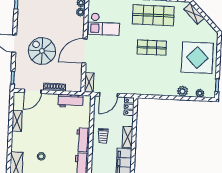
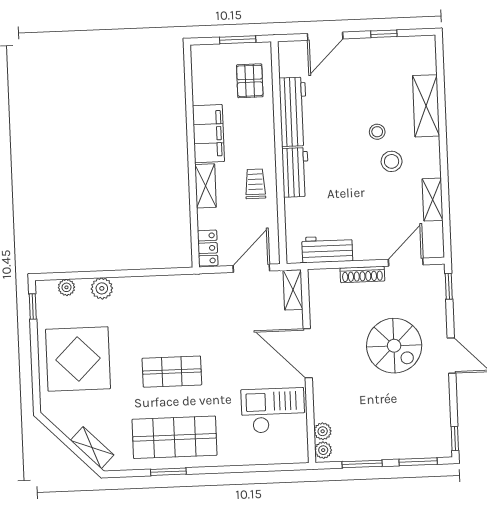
door: (85, 51) -> (308, 353), swing flipped
stool: (35, 141) -> (392, 161), added

